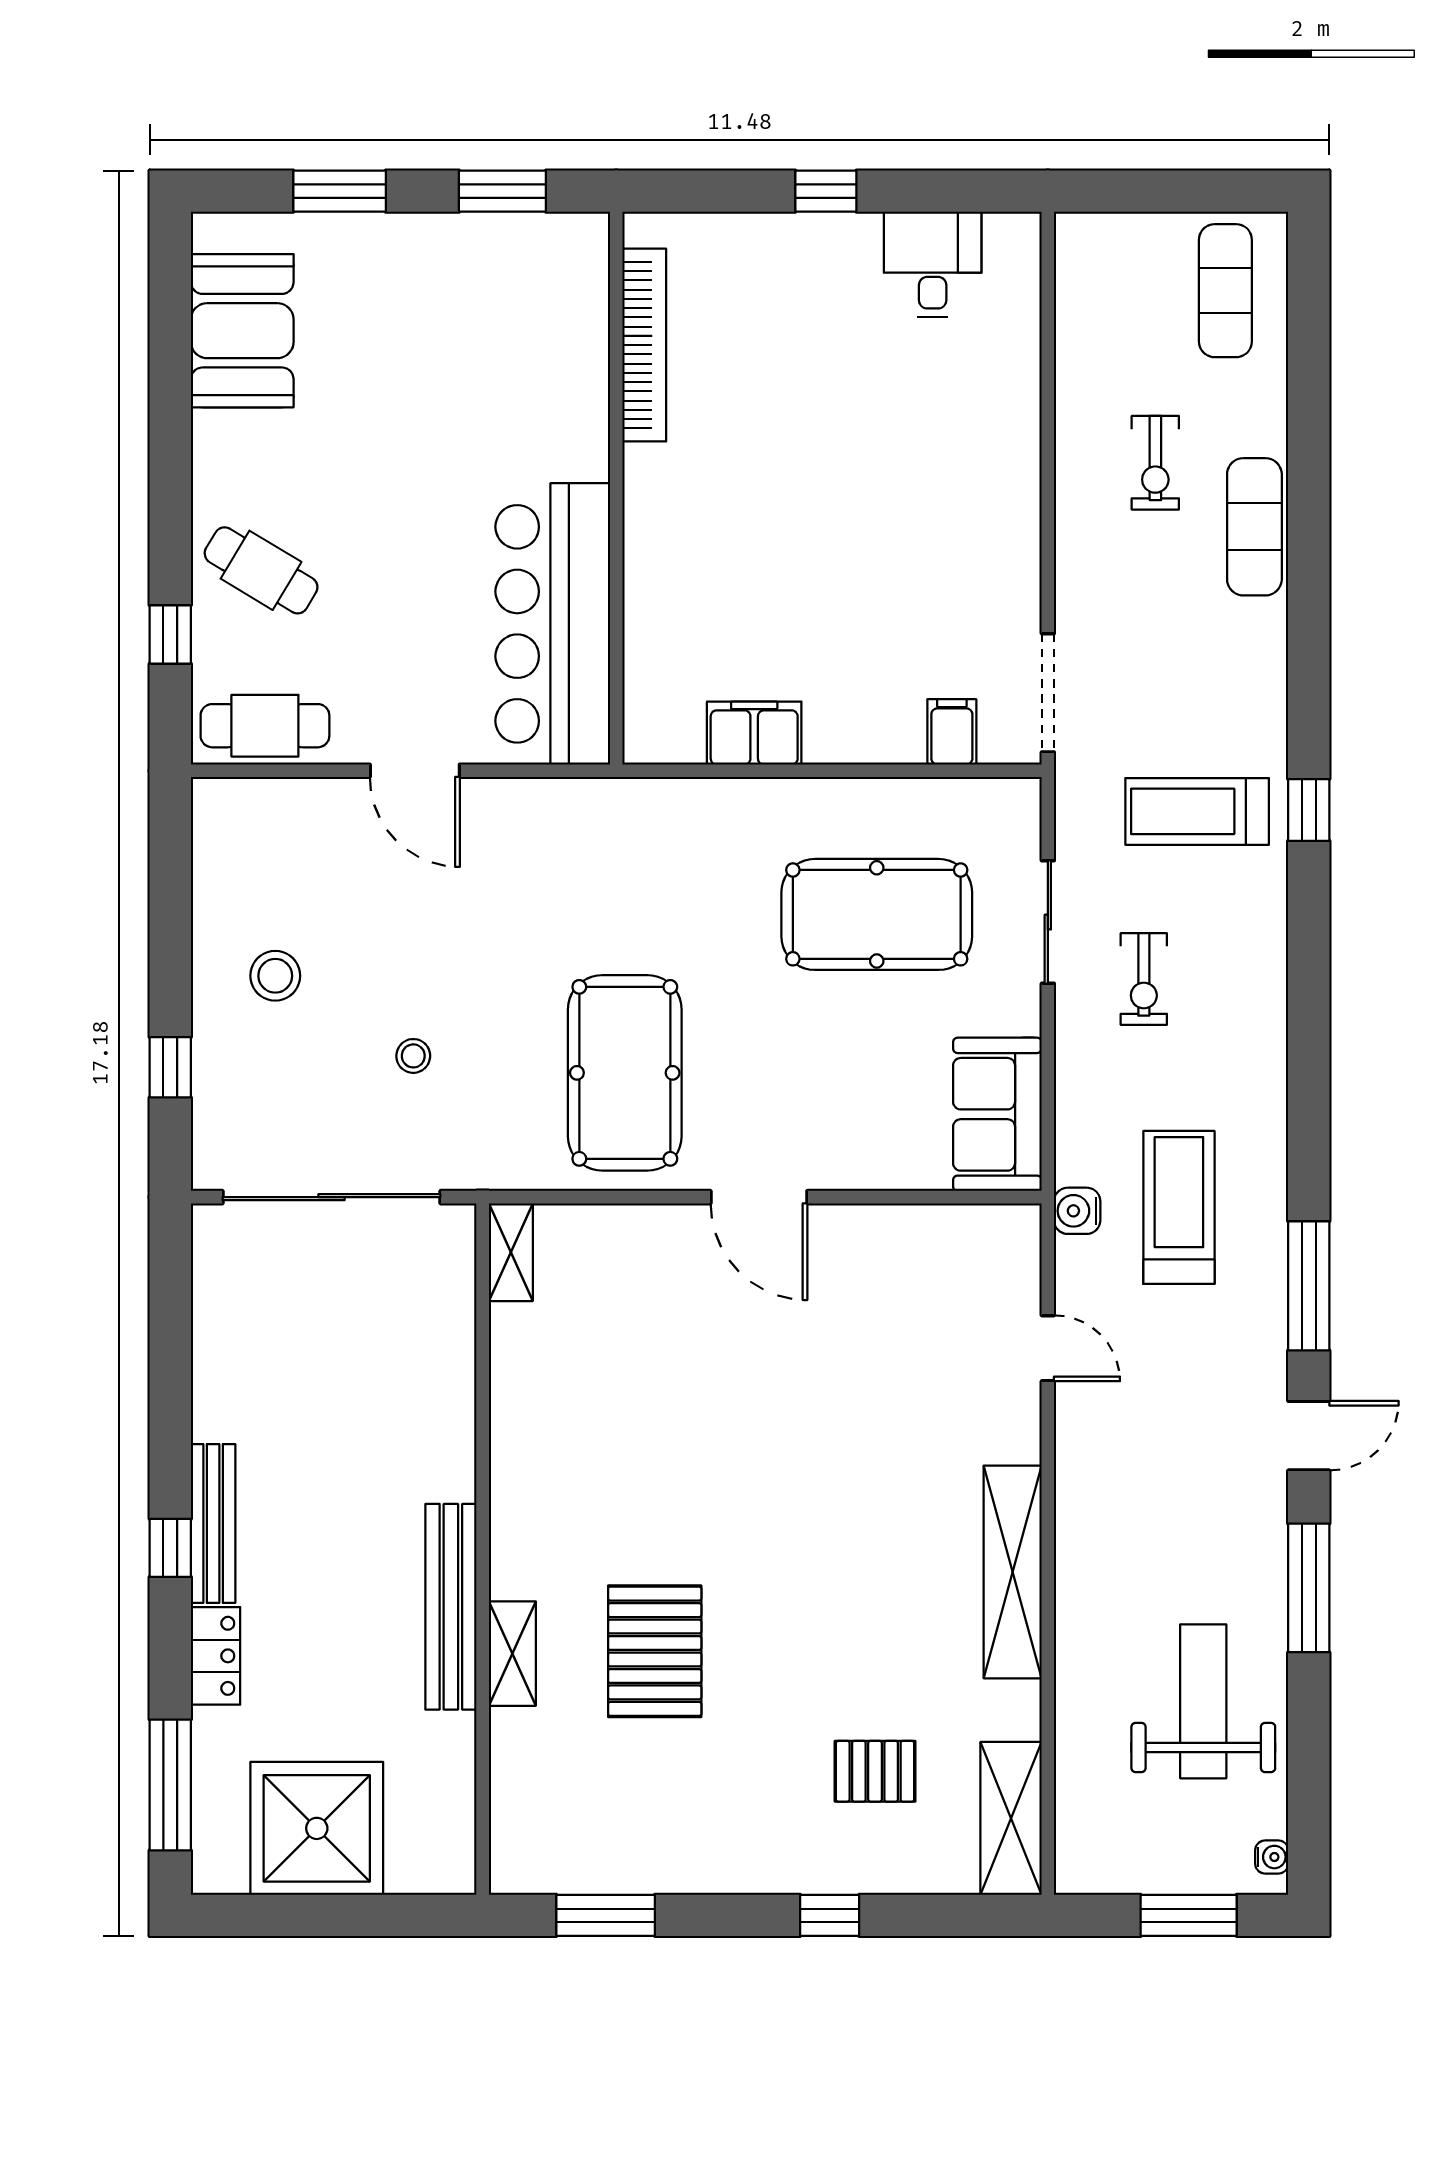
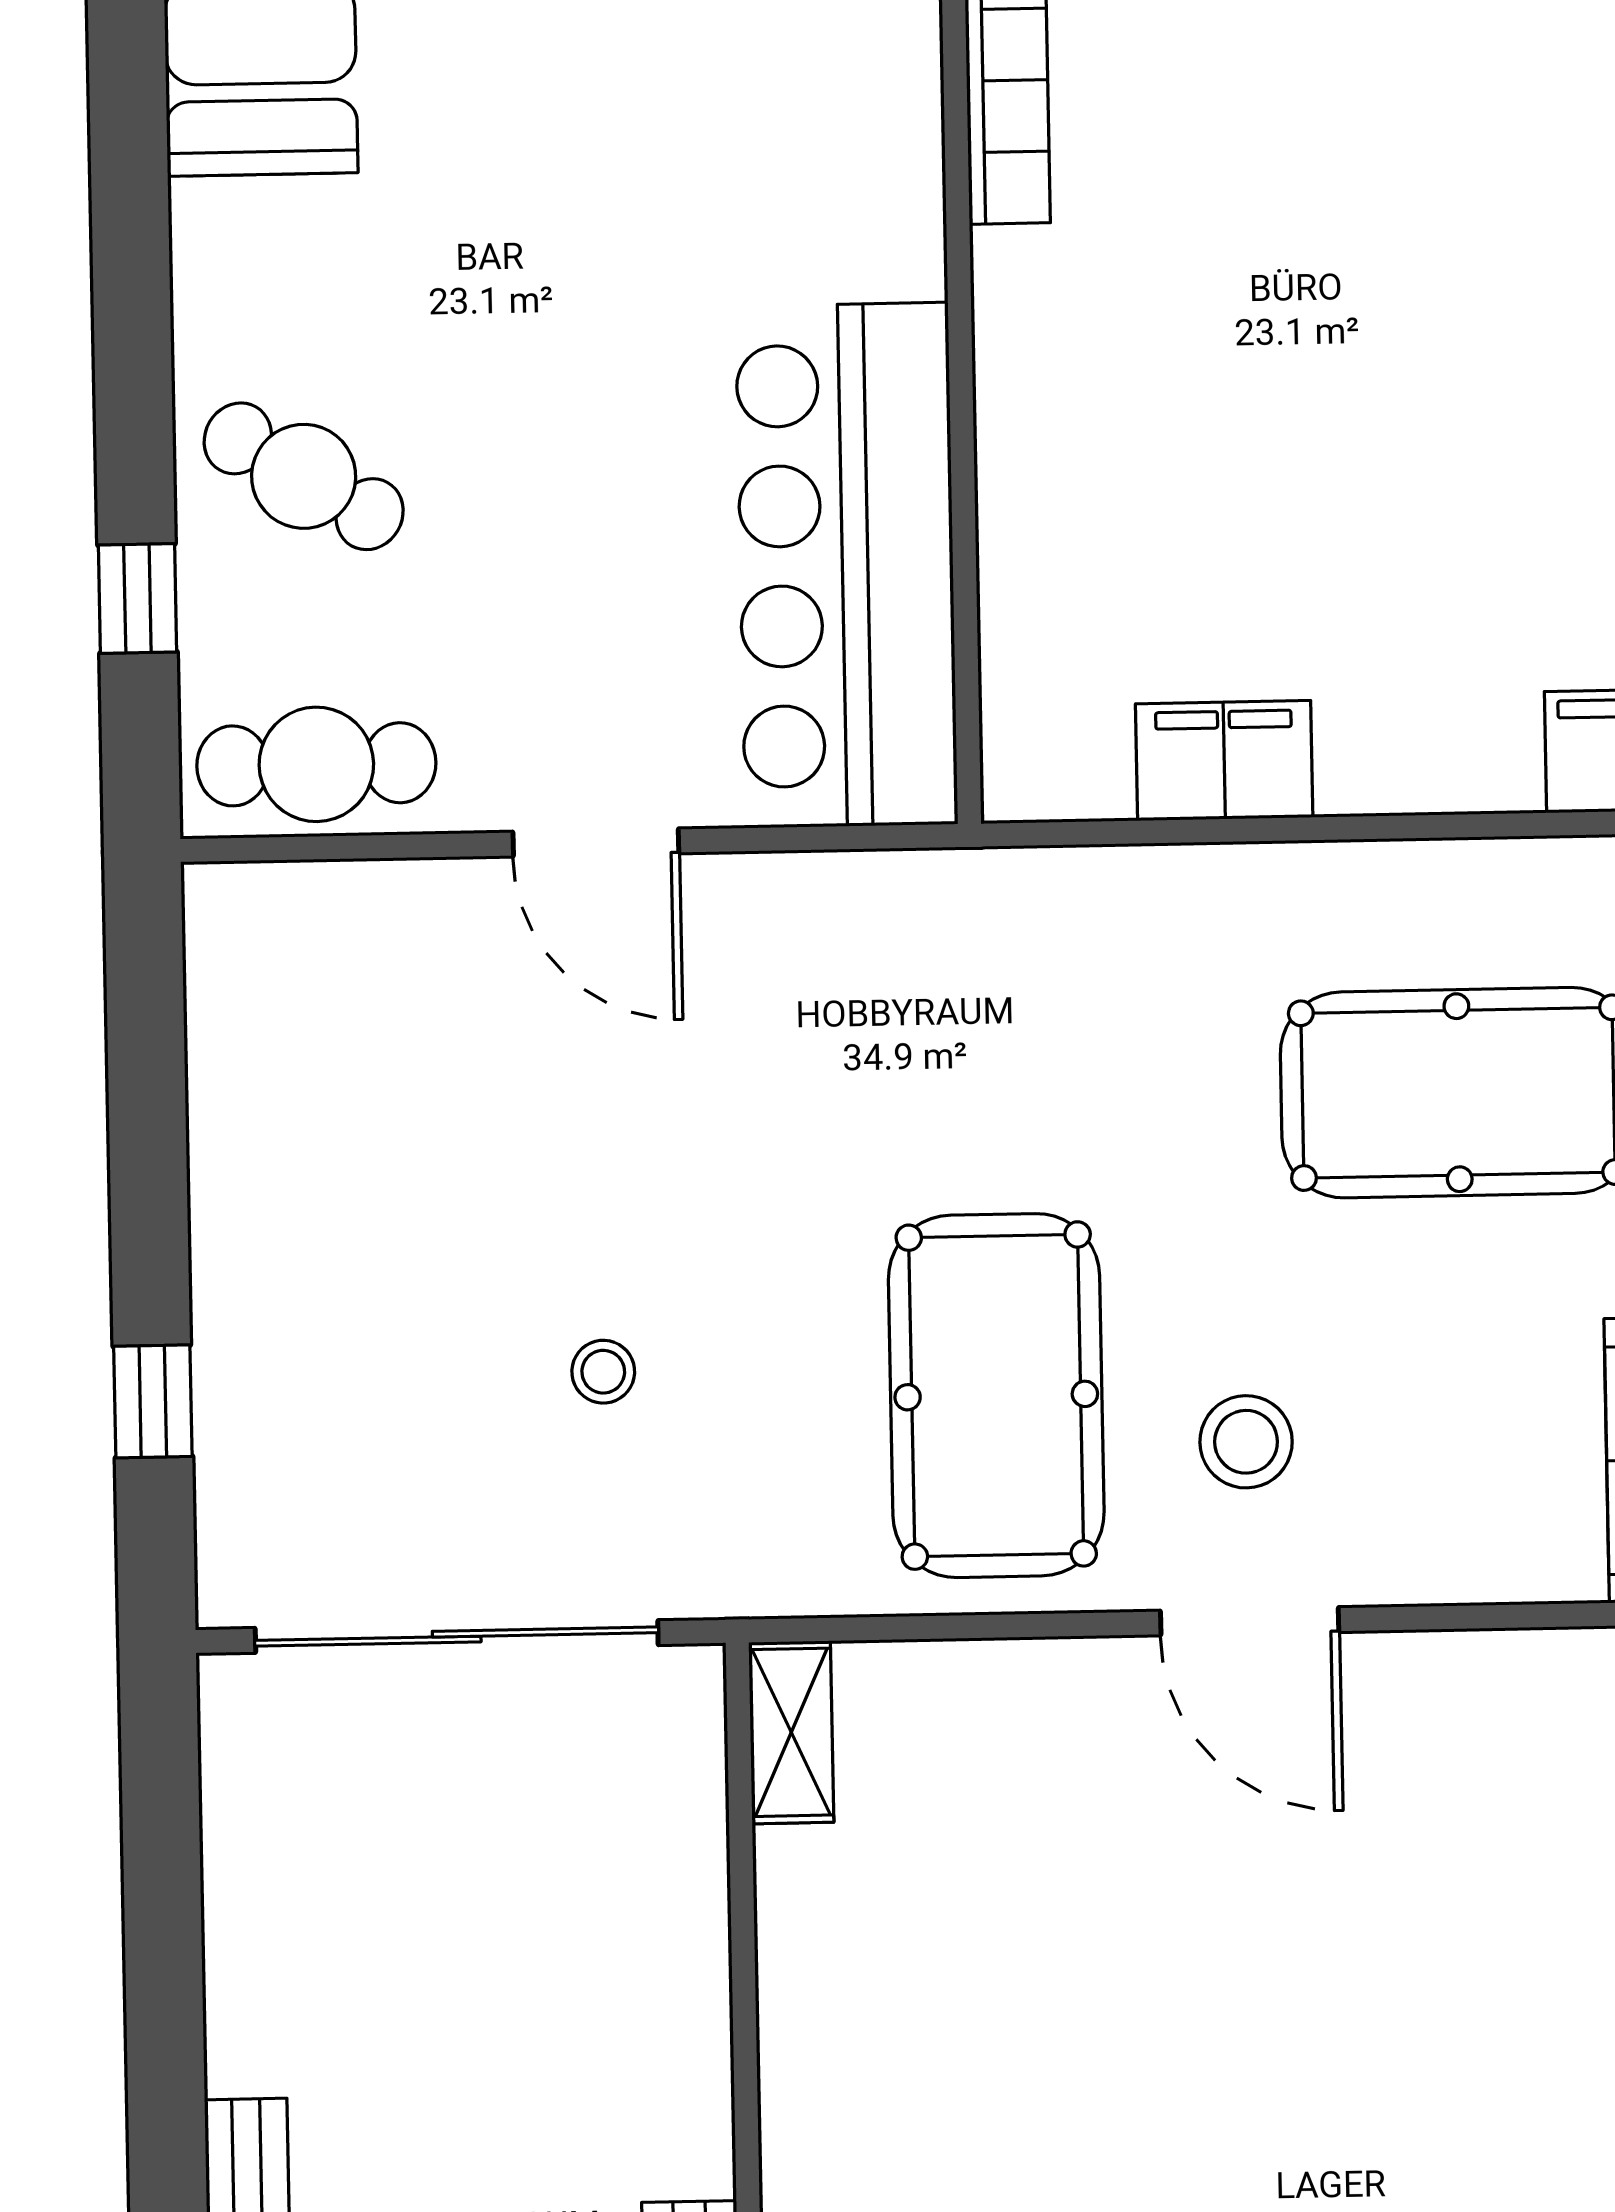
stool: (275, 976) -> (1246, 1442), moved

